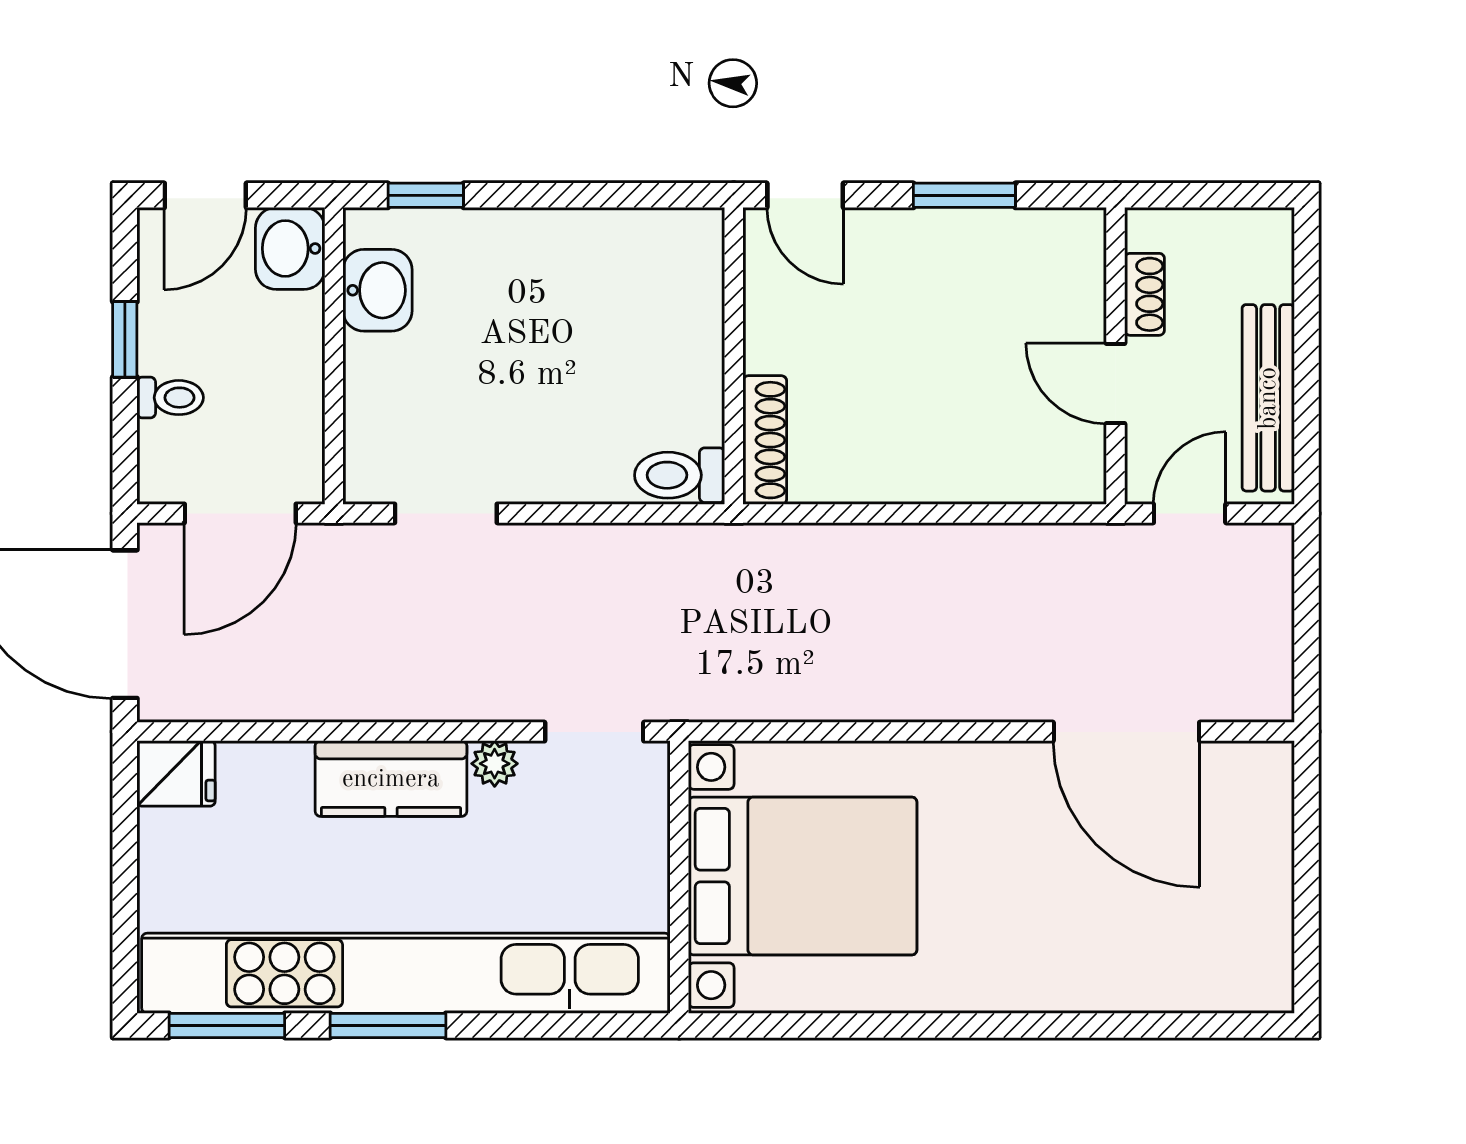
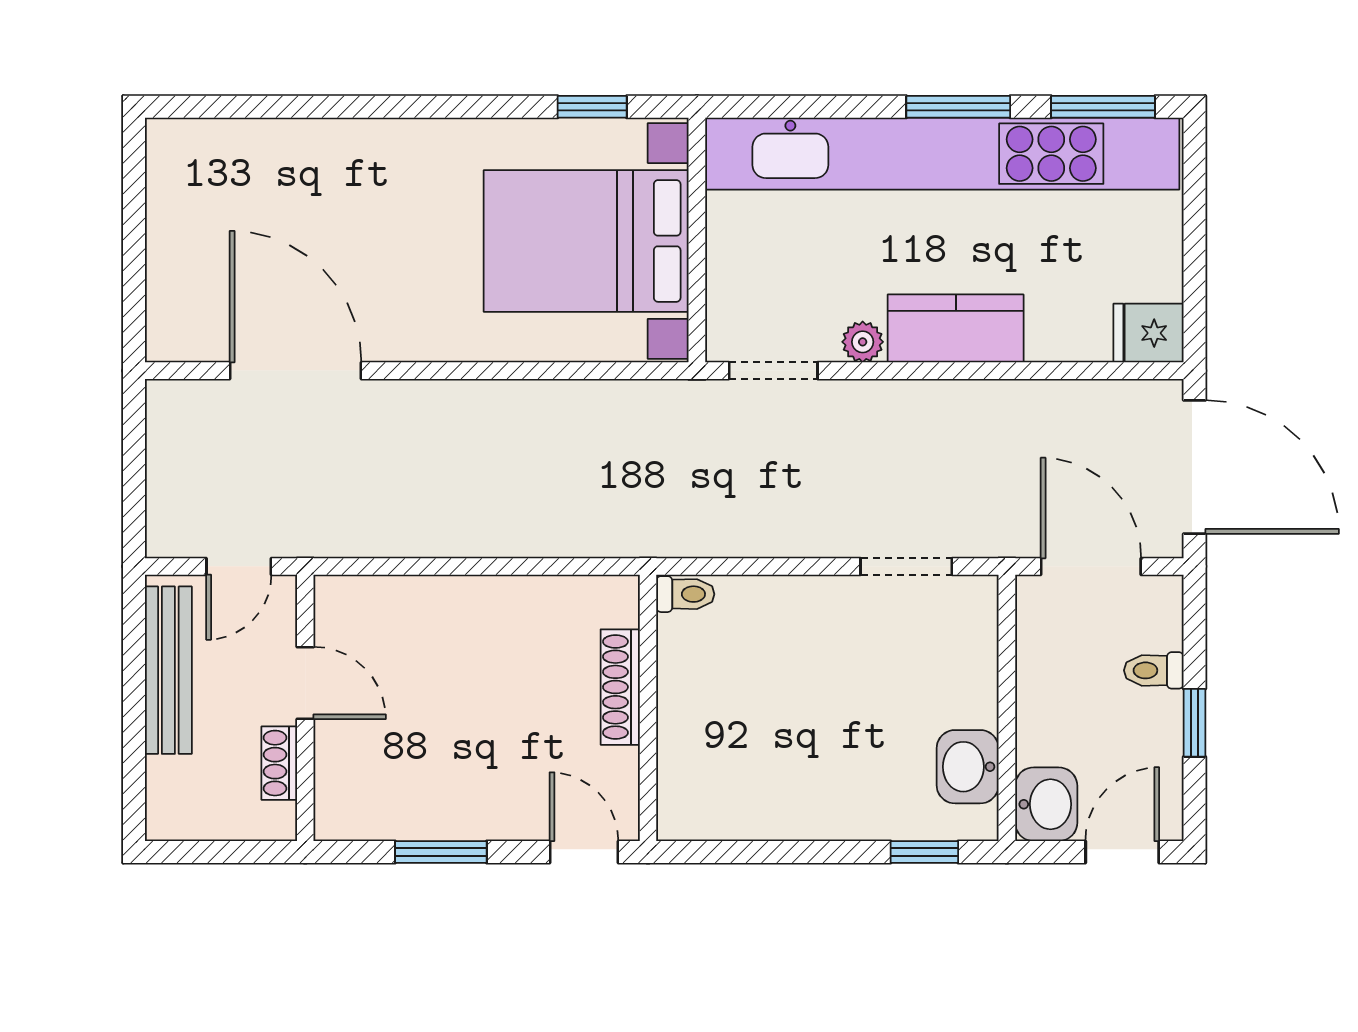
shoe rack: (765, 440) -> (620, 687), moved
toilet: (680, 475) -> (685, 594), width x0.73, depth x0.72
door: (240, 513) -> (1091, 566), hinge flipped
window: (796, 1025) -> (592, 107), added

